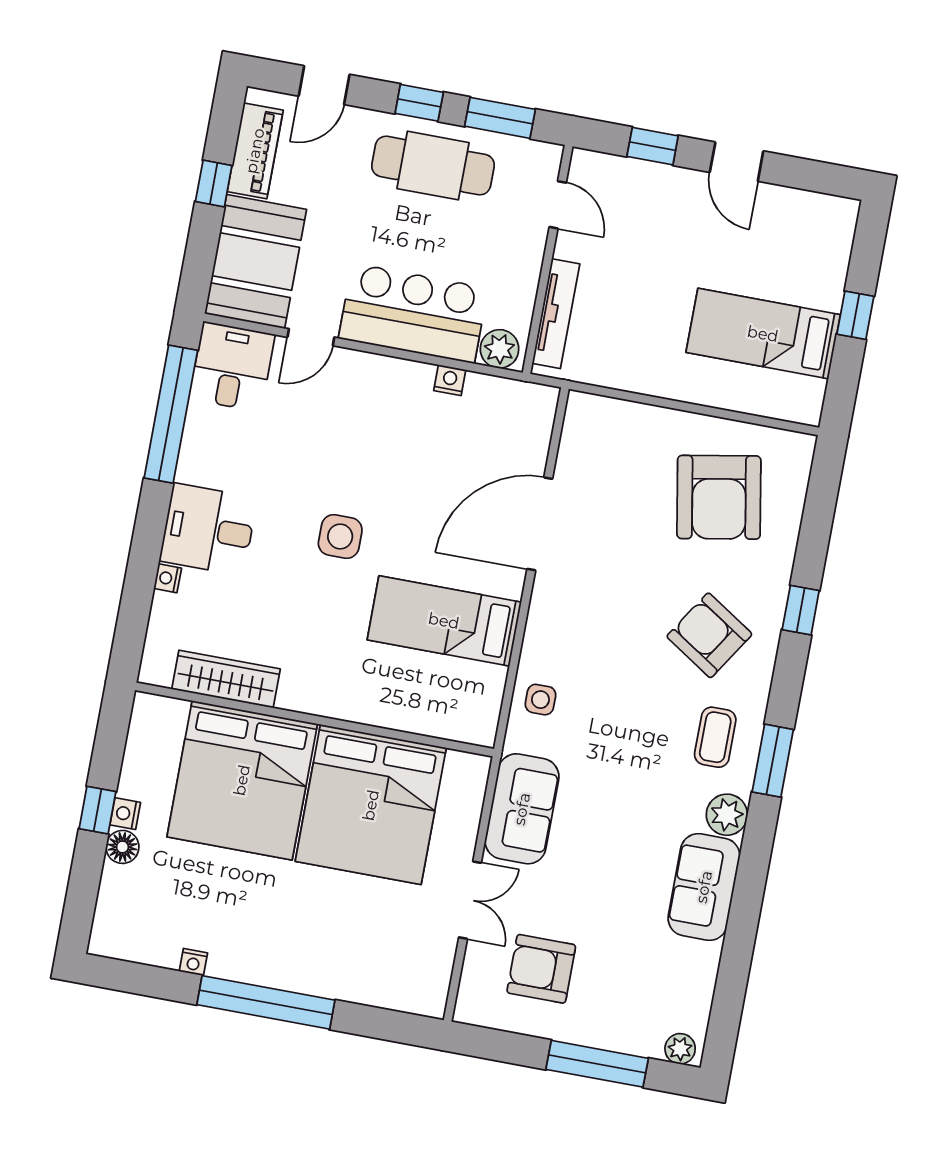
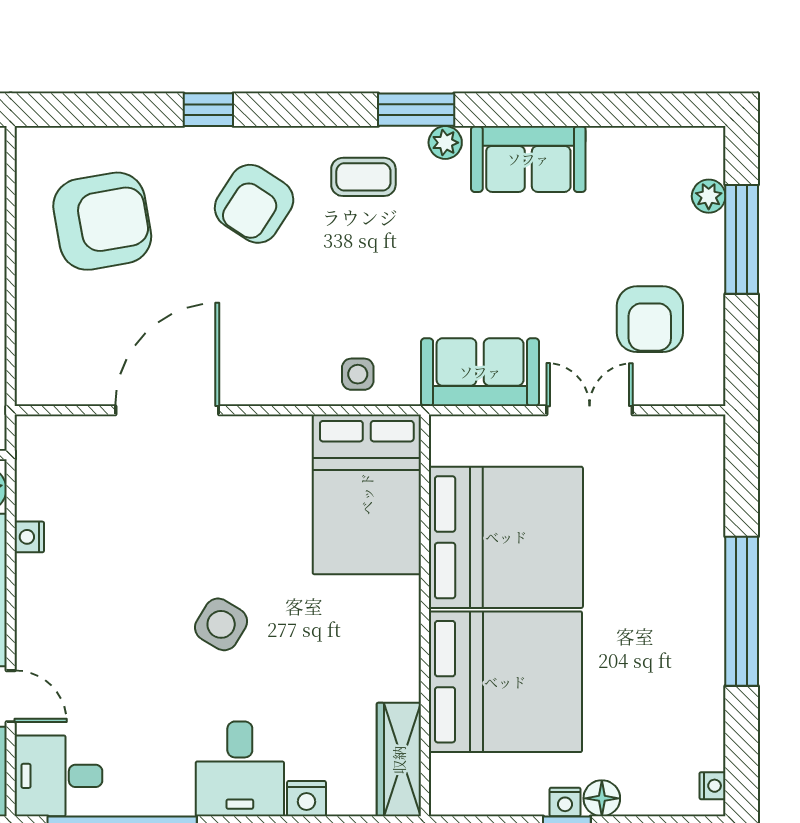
door: (540, 524) -> (167, 410), swing flipped
side table: (340, 537) -> (221, 624), turned 31
nightstand: (168, 578) -> (306, 799), width x1.39, depth x1.35
bed: (444, 621) -> (367, 494), moved, width x1.50
wardrobe: (226, 679) -> (399, 760), moved
window: (773, 761) -> (416, 110), moved
plant: (727, 815) -> (445, 143), width x0.73, depth x0.73
nightstand: (193, 962) -> (713, 786), moved
plant: (680, 1049) -> (709, 196), moved

